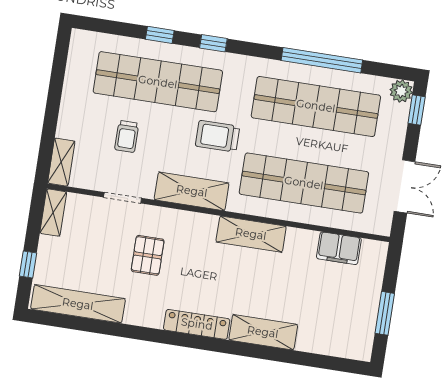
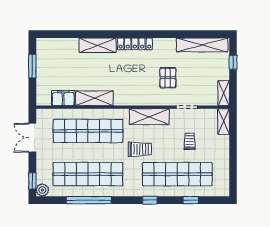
window: (160, 35) -> (191, 200), moved
shelving: (251, 234) -> (94, 98), moved

